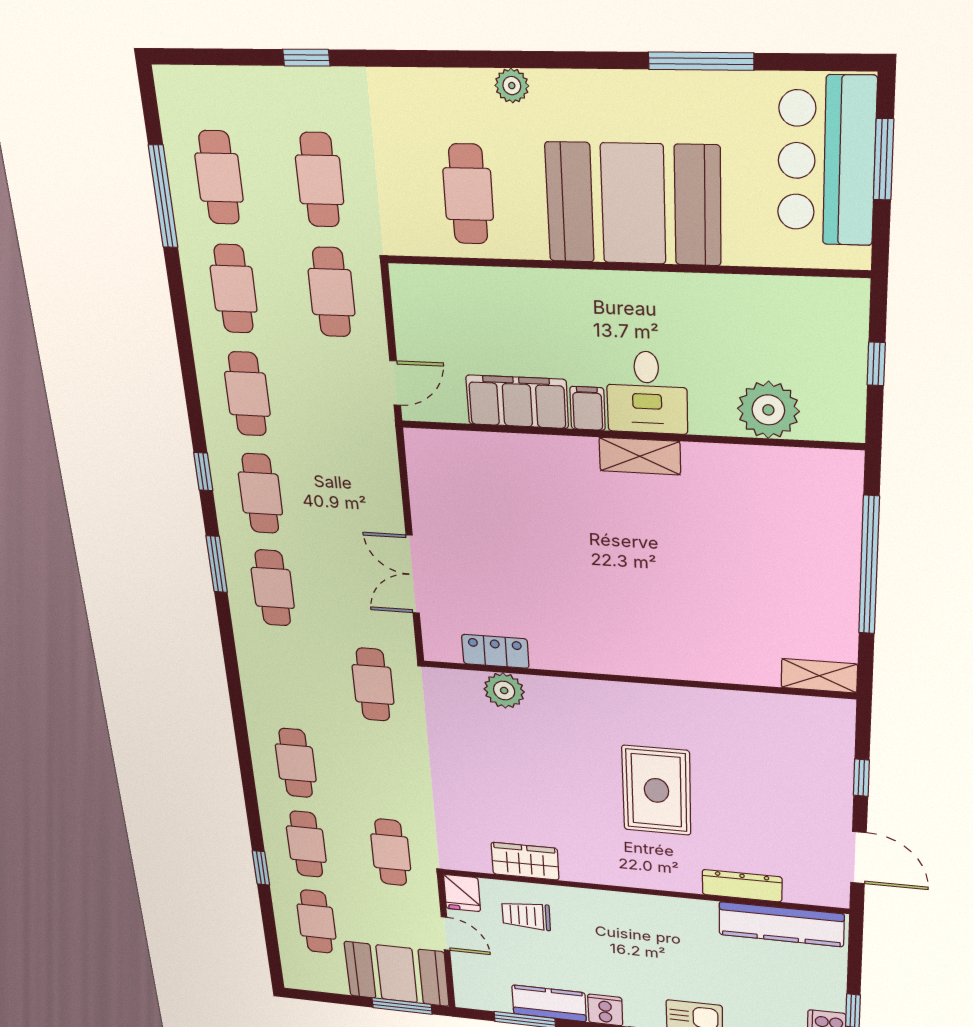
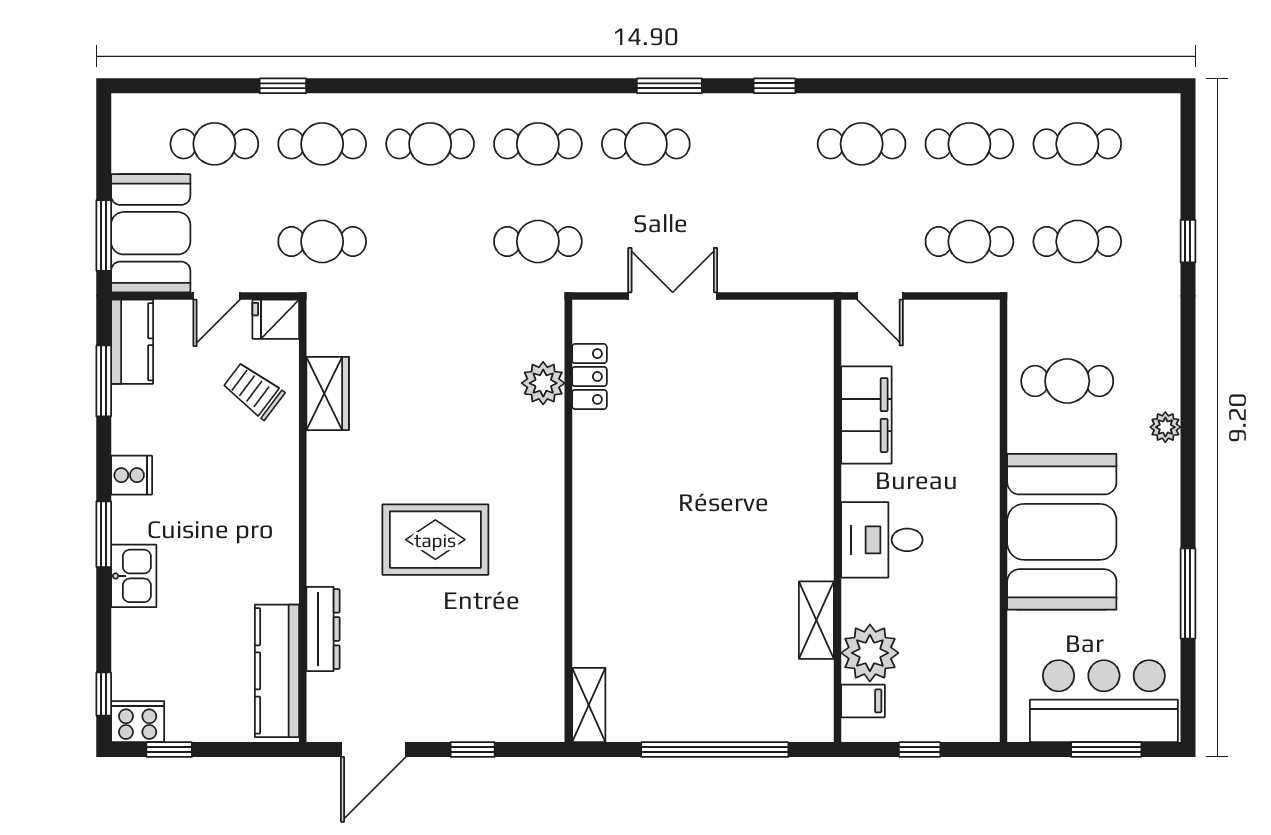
window: (163, 197) -> (1058, 86), removed
filing cabinet: (588, 408) -> (863, 701), moved
shelving: (640, 456) -> (816, 620), moved
cafe table: (260, 494) -> (538, 144), moved
trolley: (526, 916) -> (254, 391), turned -53
kitchen counter: (549, 1003) -> (132, 342), moved

